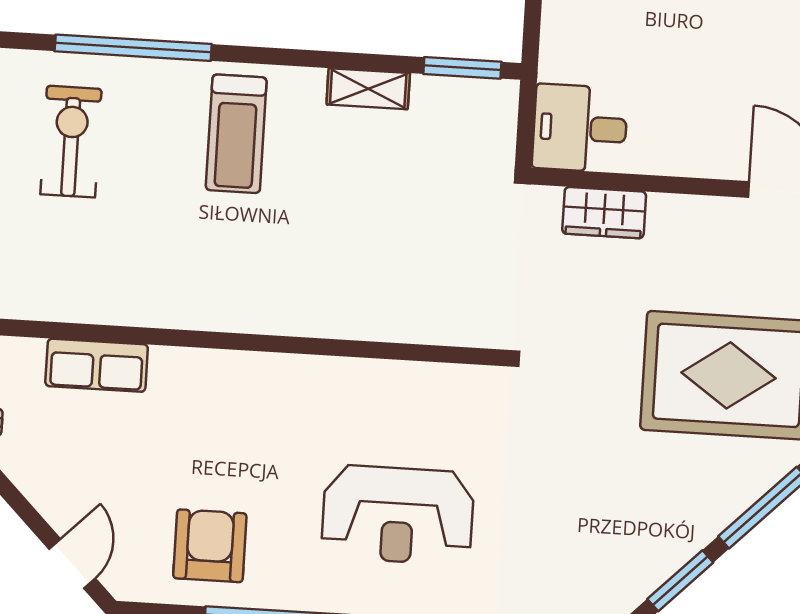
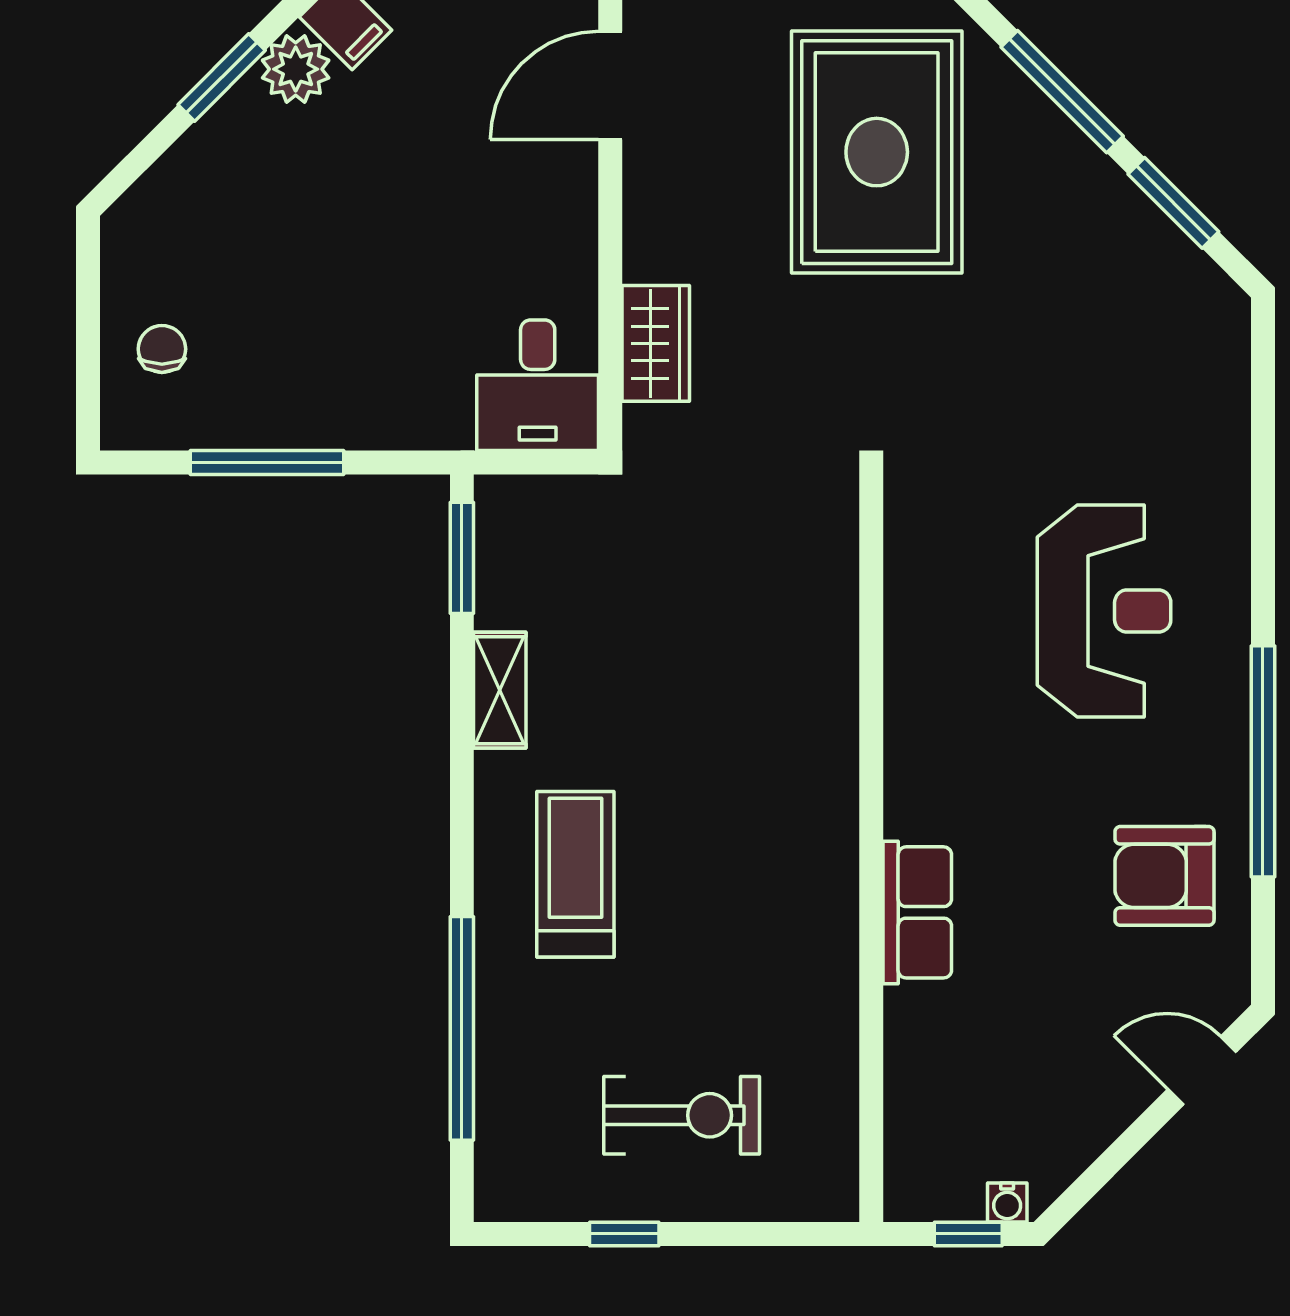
treadmill: (236, 134) -> (575, 874), turned -90
exercise bike: (71, 142) -> (682, 1115), moved, turned 180
row of seats: (97, 365) -> (917, 912), moved

